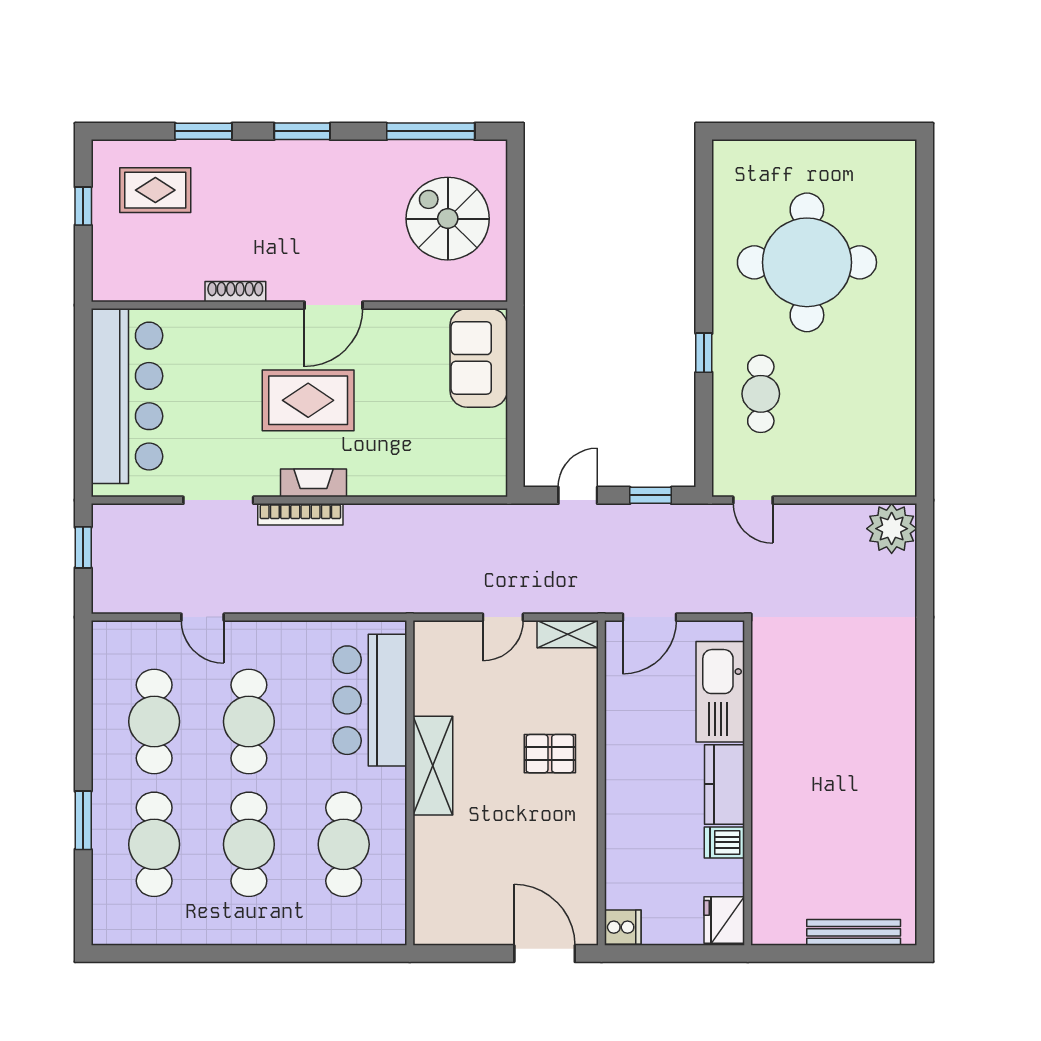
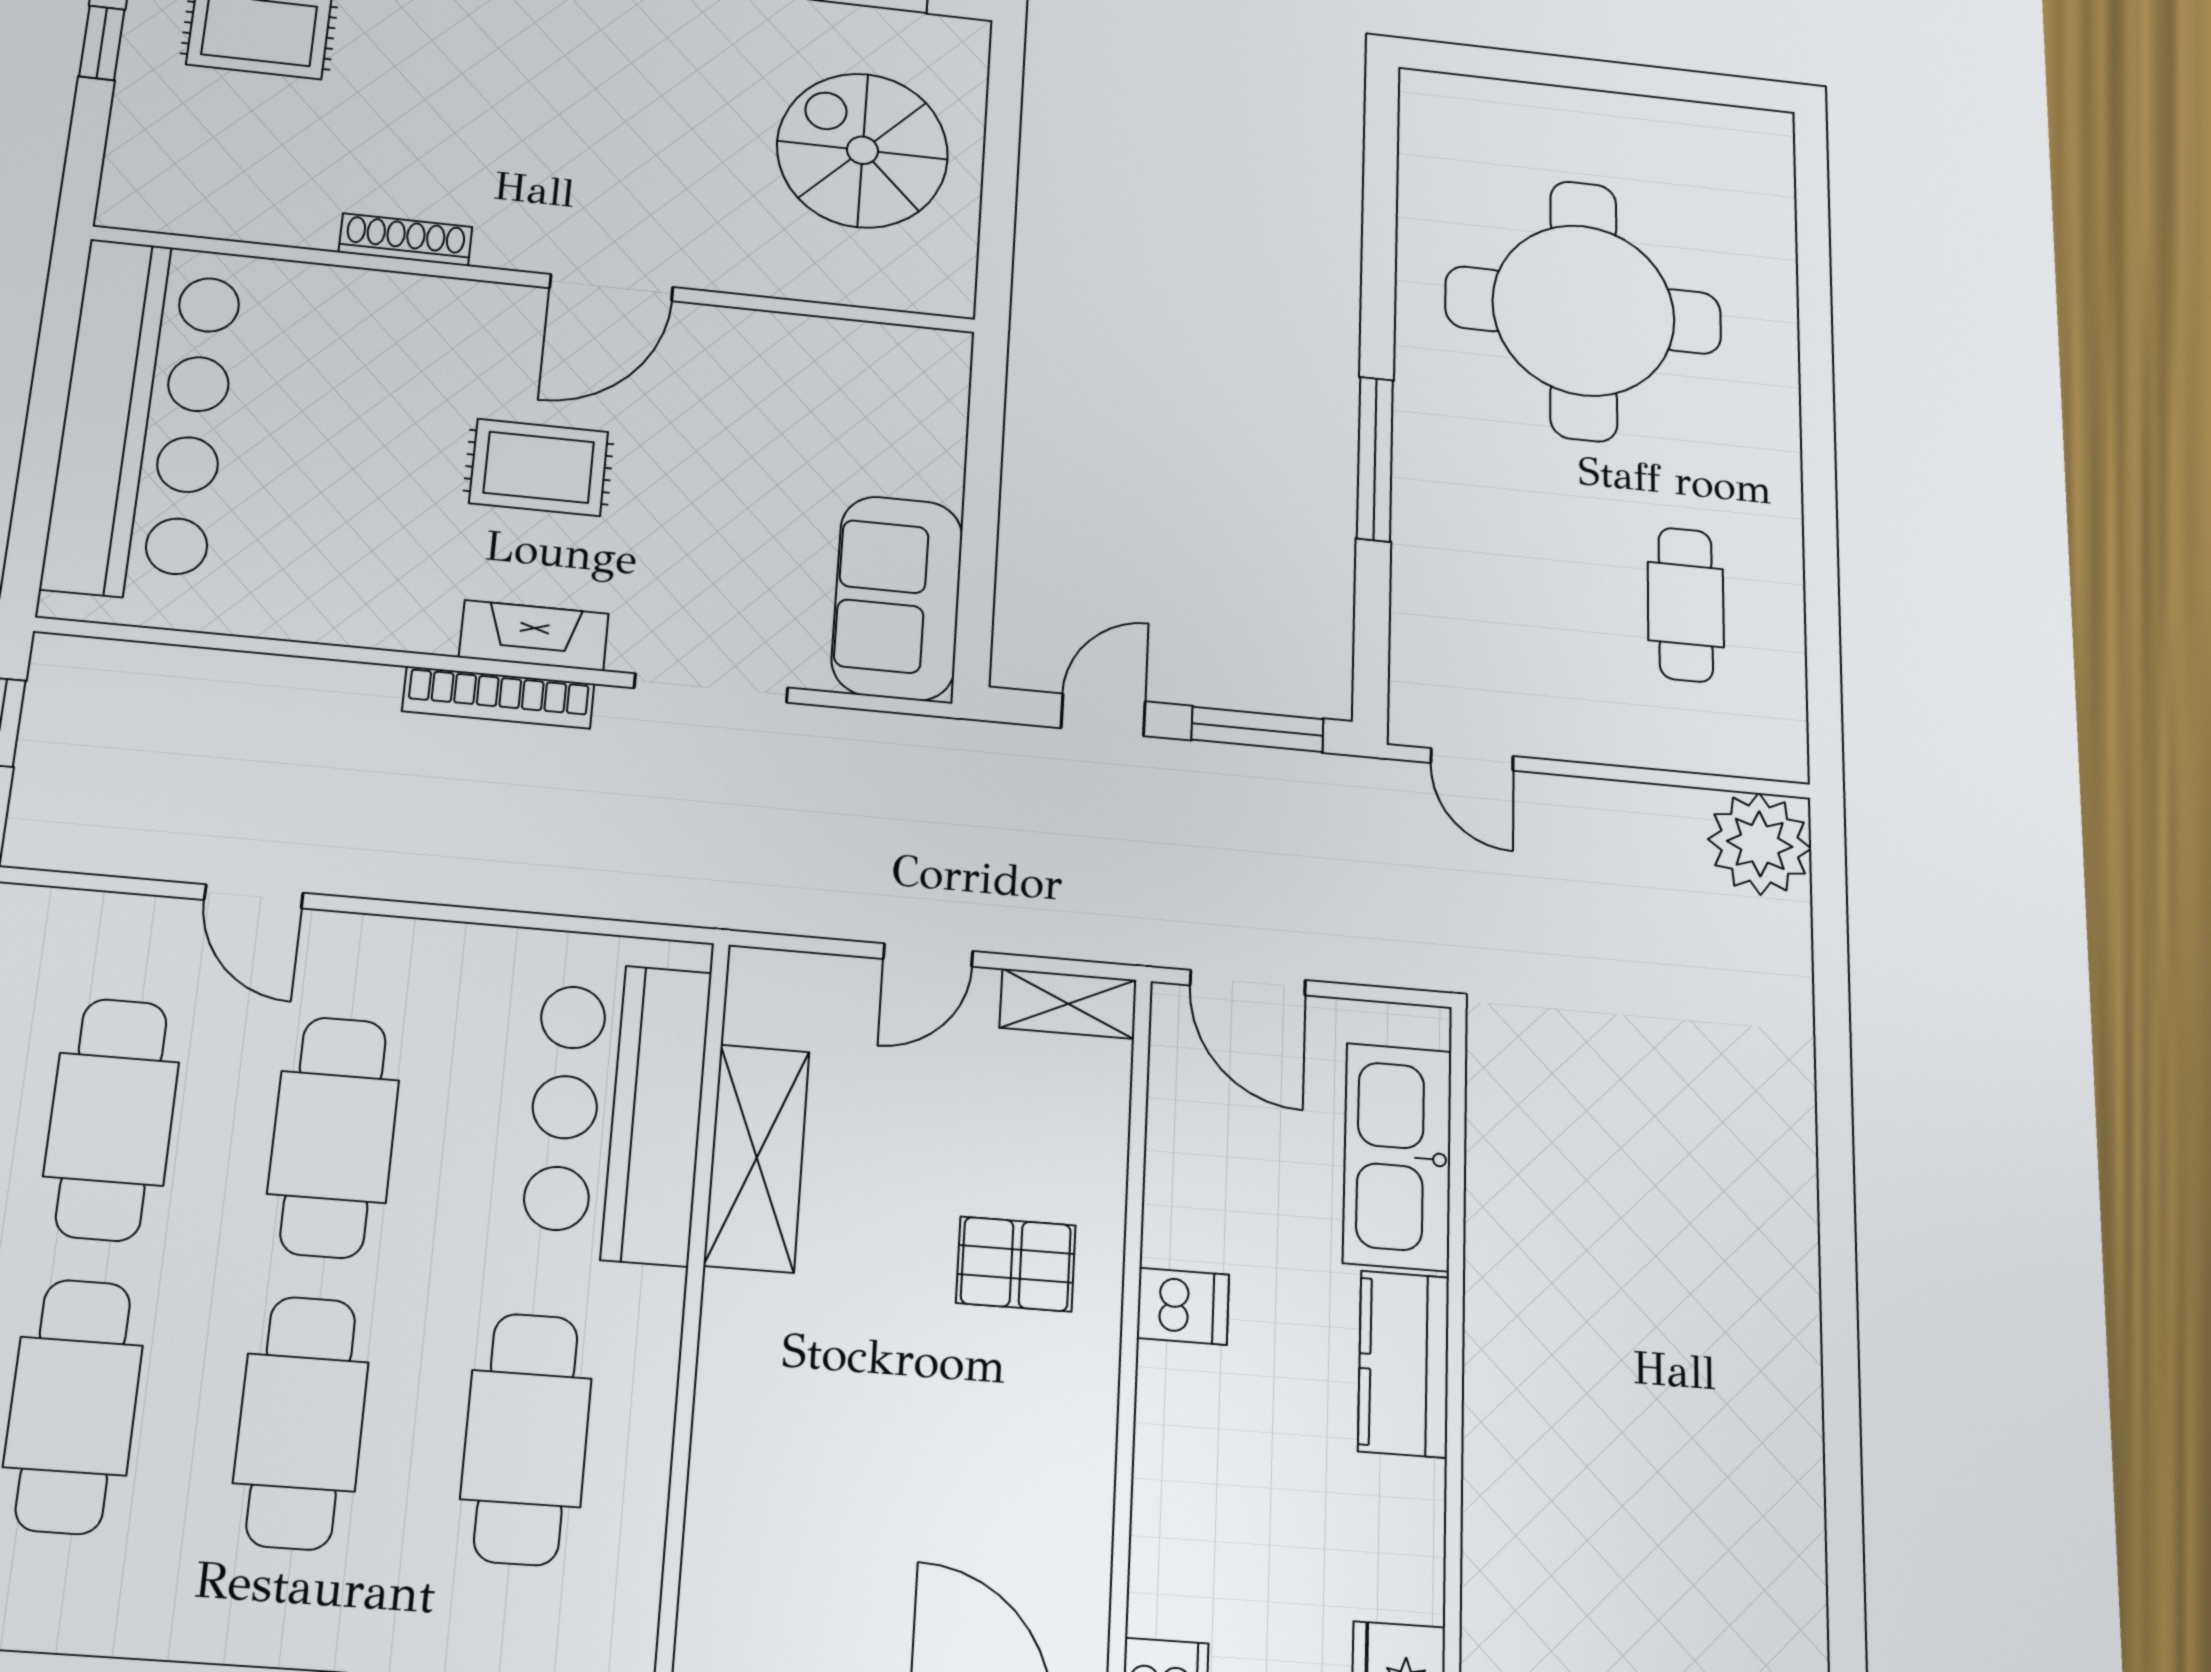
window: (704, 353) -> (1375, 459), width x2.17
sofa: (479, 358) -> (897, 598), moved
cafe table: (761, 394) -> (1686, 605), moved
rug: (308, 400) -> (539, 467), width x0.73, depth x0.70
window: (651, 495) -> (1257, 729), width x1.50
doorway: (218, 500) -> (711, 688), moved
door: (650, 617) -> (1248, 983), hinge flipped
shelving: (433, 766) -> (757, 1158), moved
dishwasher: (724, 842) -> (1183, 1306), moved, turned 180

